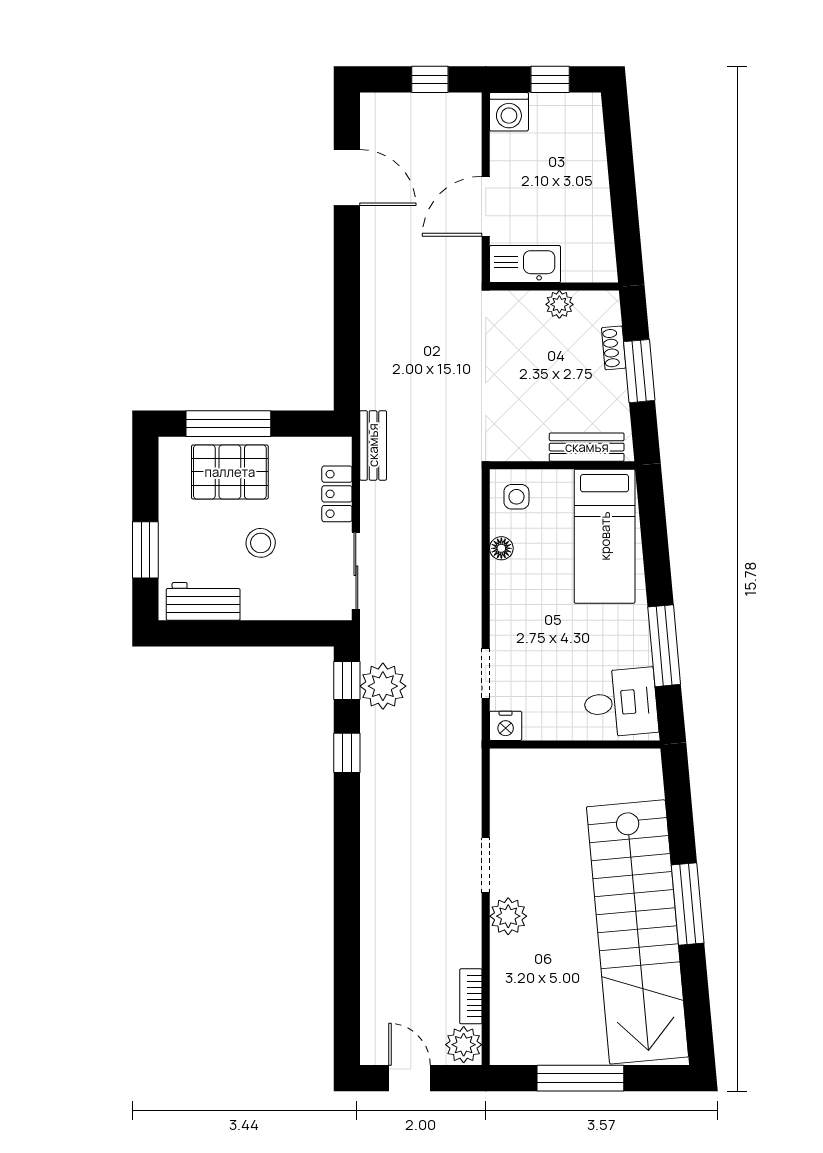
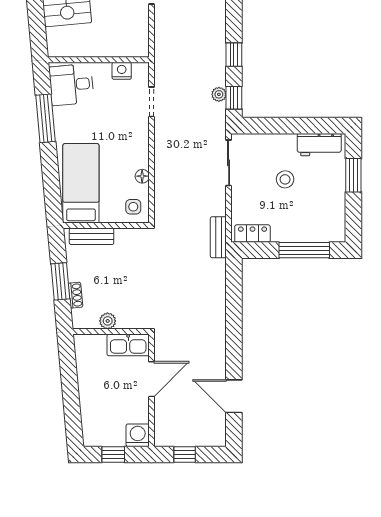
pallet: (230, 472) -> (303, 221), removed
locker: (337, 494) -> (252, 234), moved, turned -90
plant: (383, 686) -> (219, 94), width x0.53, depth x0.53
nightstand: (506, 726) -> (122, 71), moved

